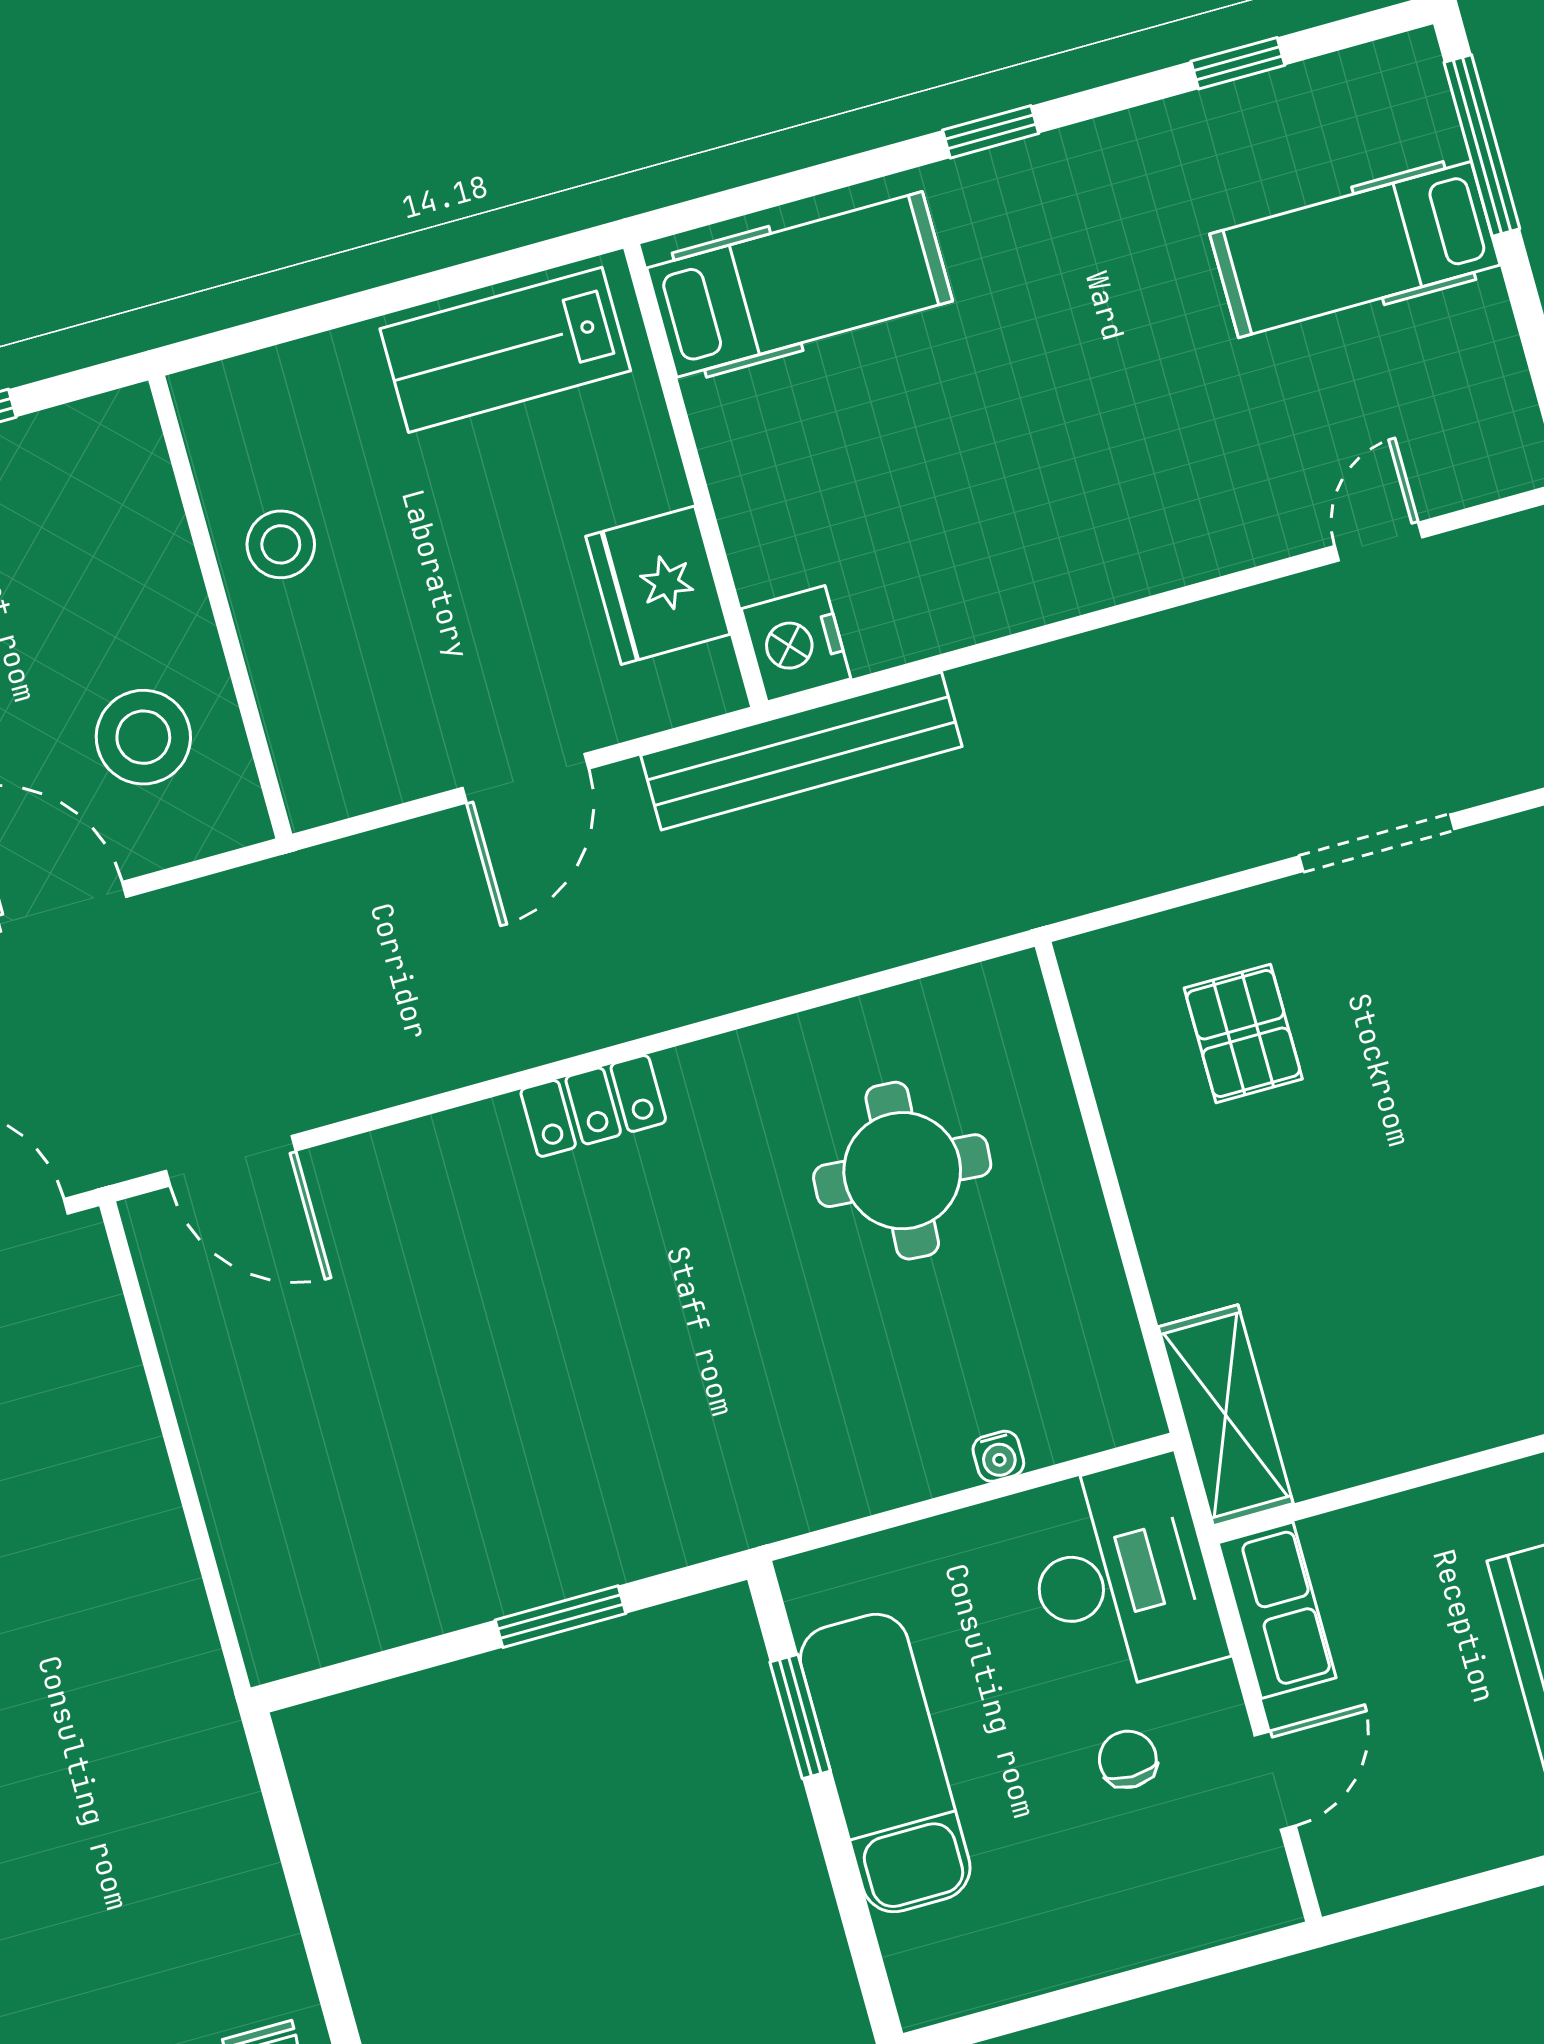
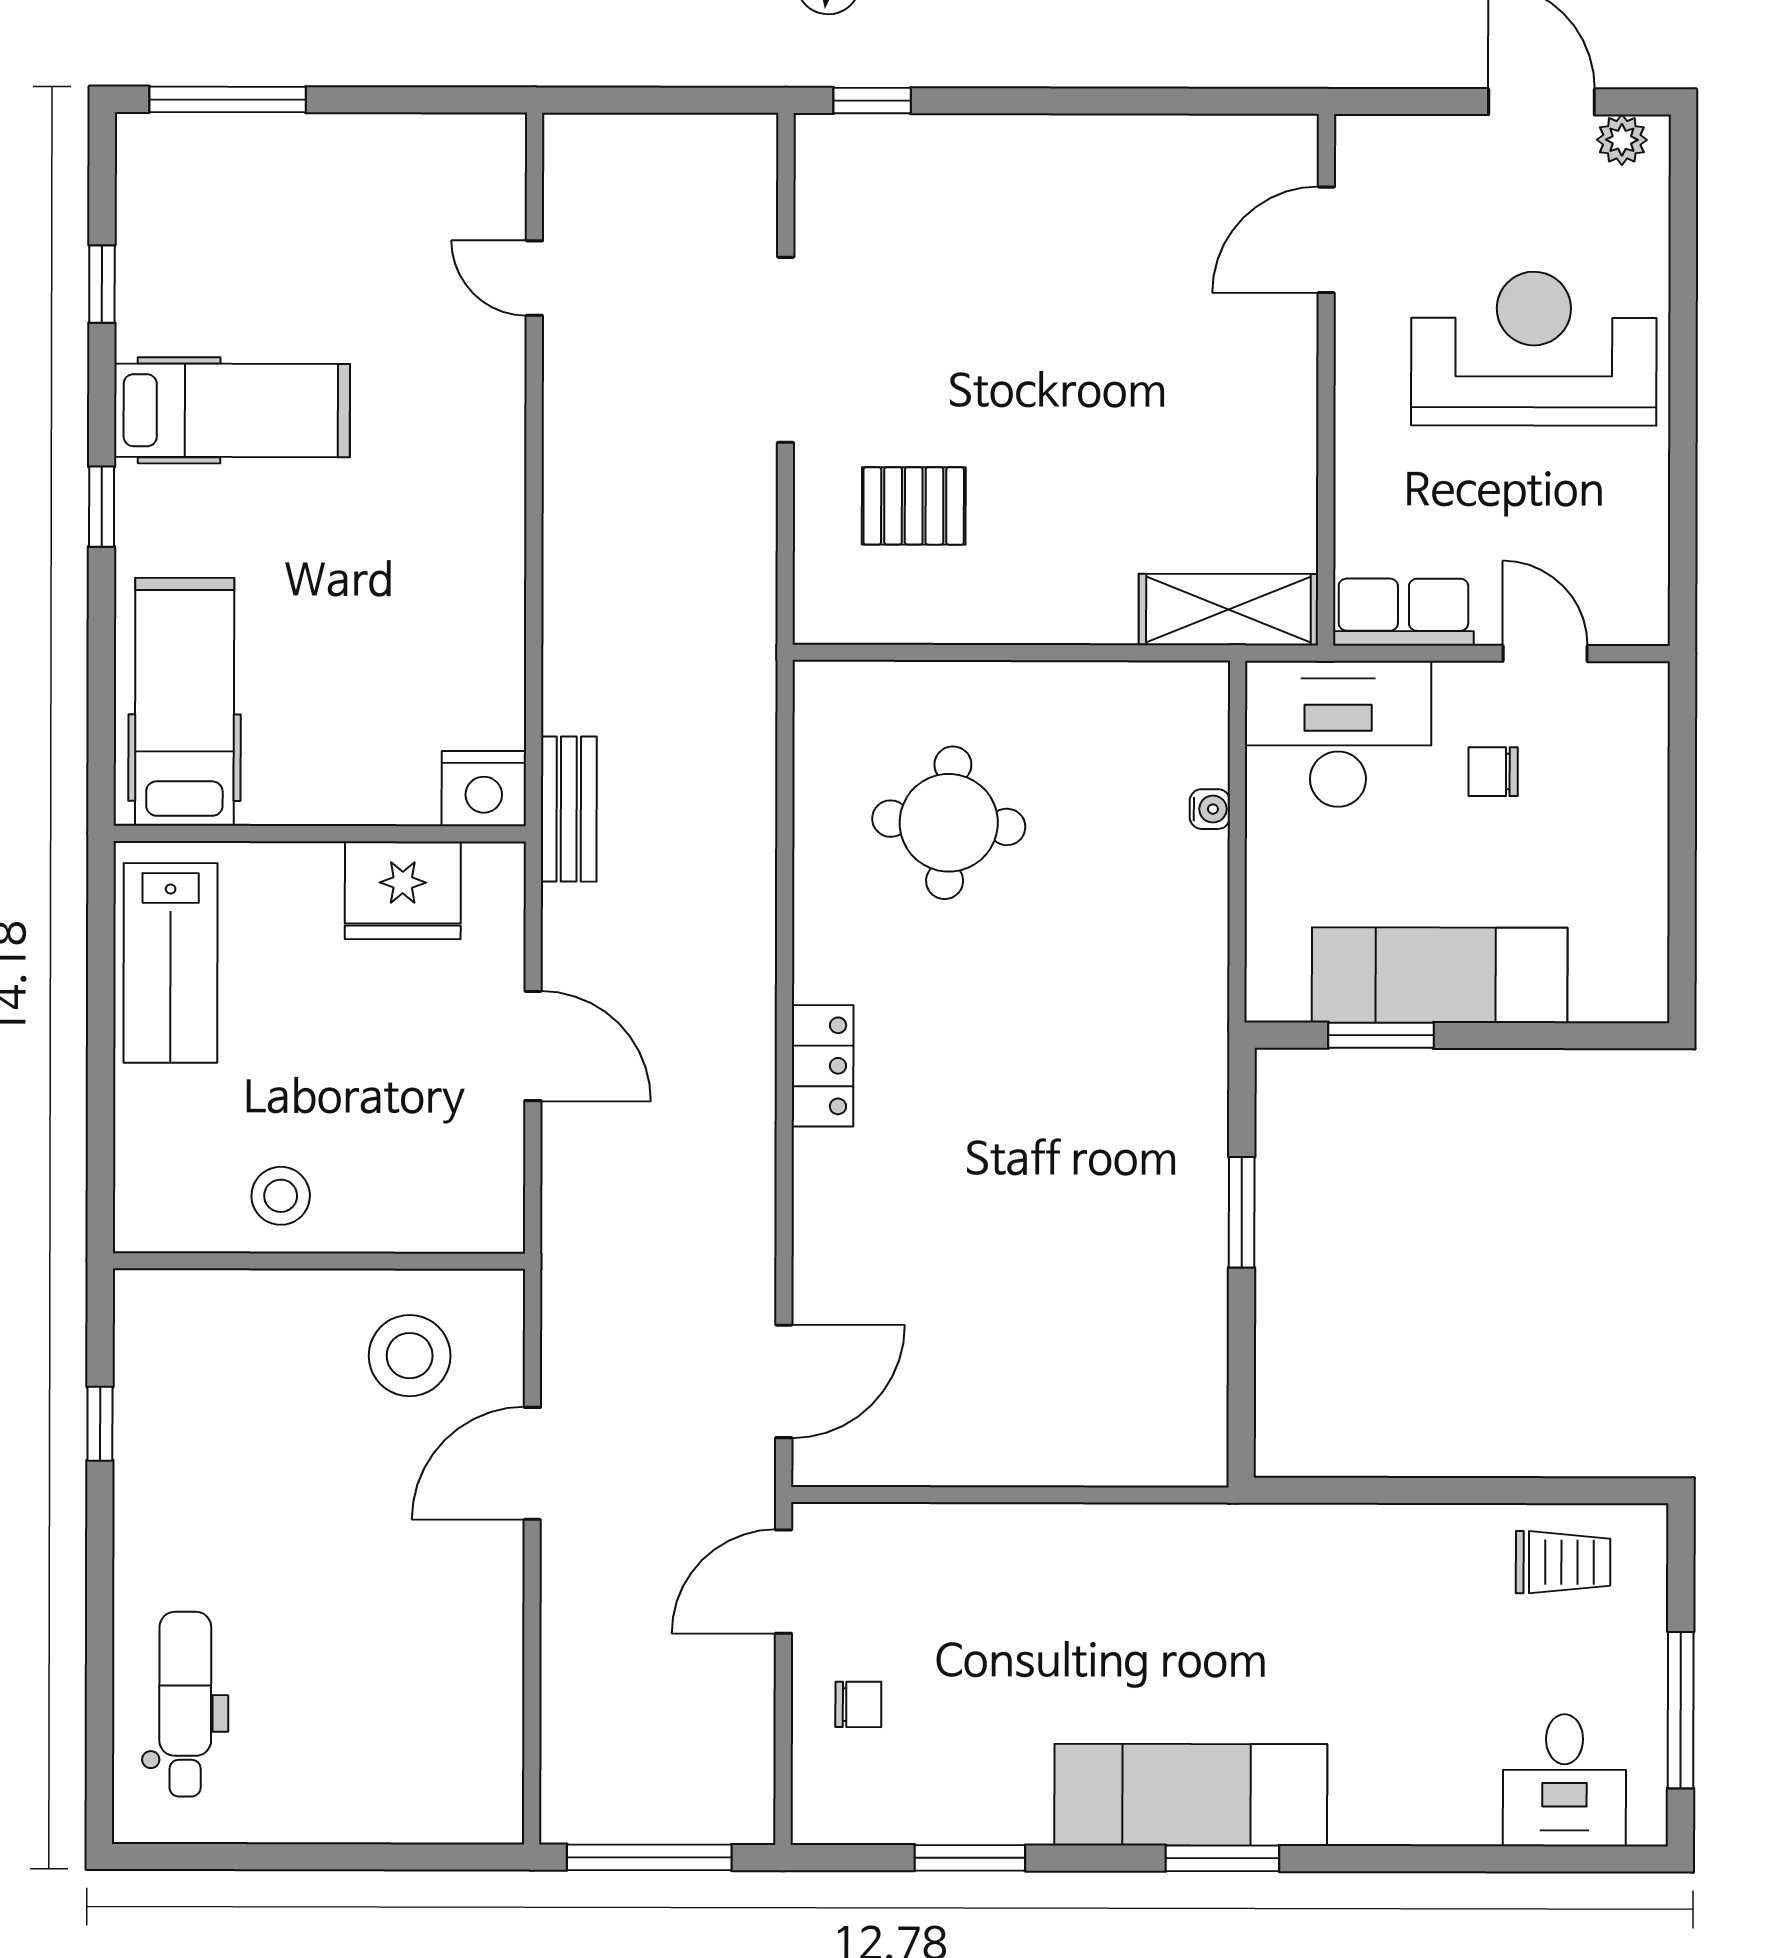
hospital bed: (1355, 250) -> (232, 410), moved, turned -90
bench: (801, 751) -> (569, 809), width x0.54, depth x0.82
doorway: (1377, 843) -> (786, 350), width x1.36

